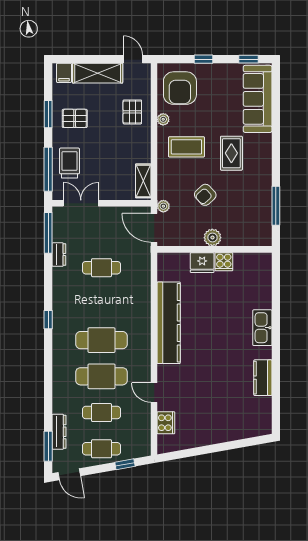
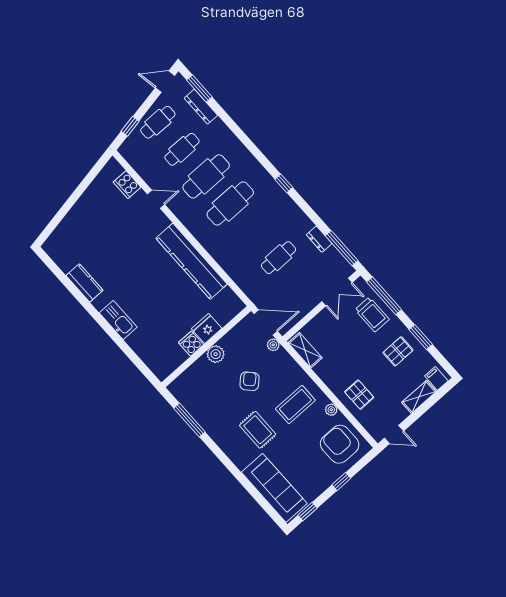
shelving: (98, 73) -> (419, 397), width x0.67, depth x0.75

